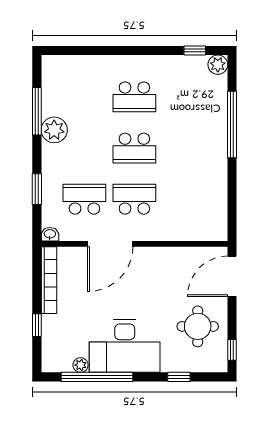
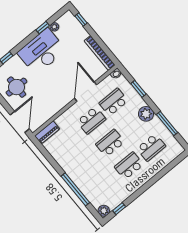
school desk: (84, 97) -> (151, 147), added
plant: (54, 130) -> (146, 114), moved
school desk: (84, 199) -> (114, 102), turned 180
piano: (207, 232) -> (47, 132), added
window: (37, 325) -> (81, 20), moved
window: (97, 377) -> (43, 28), width x0.32

